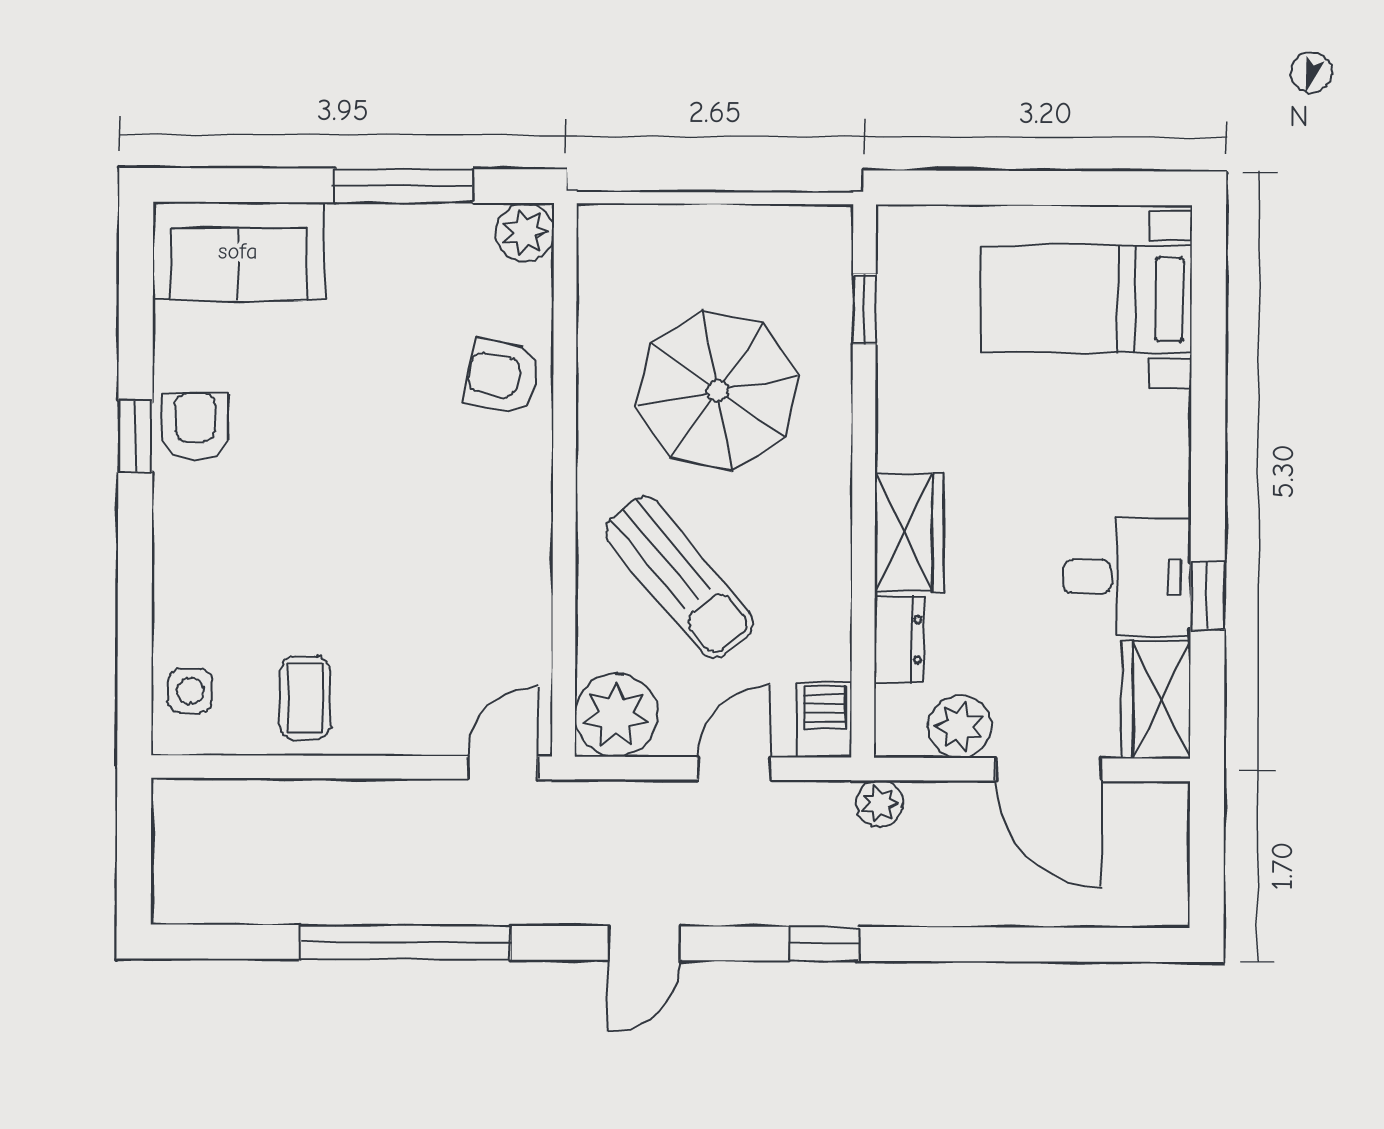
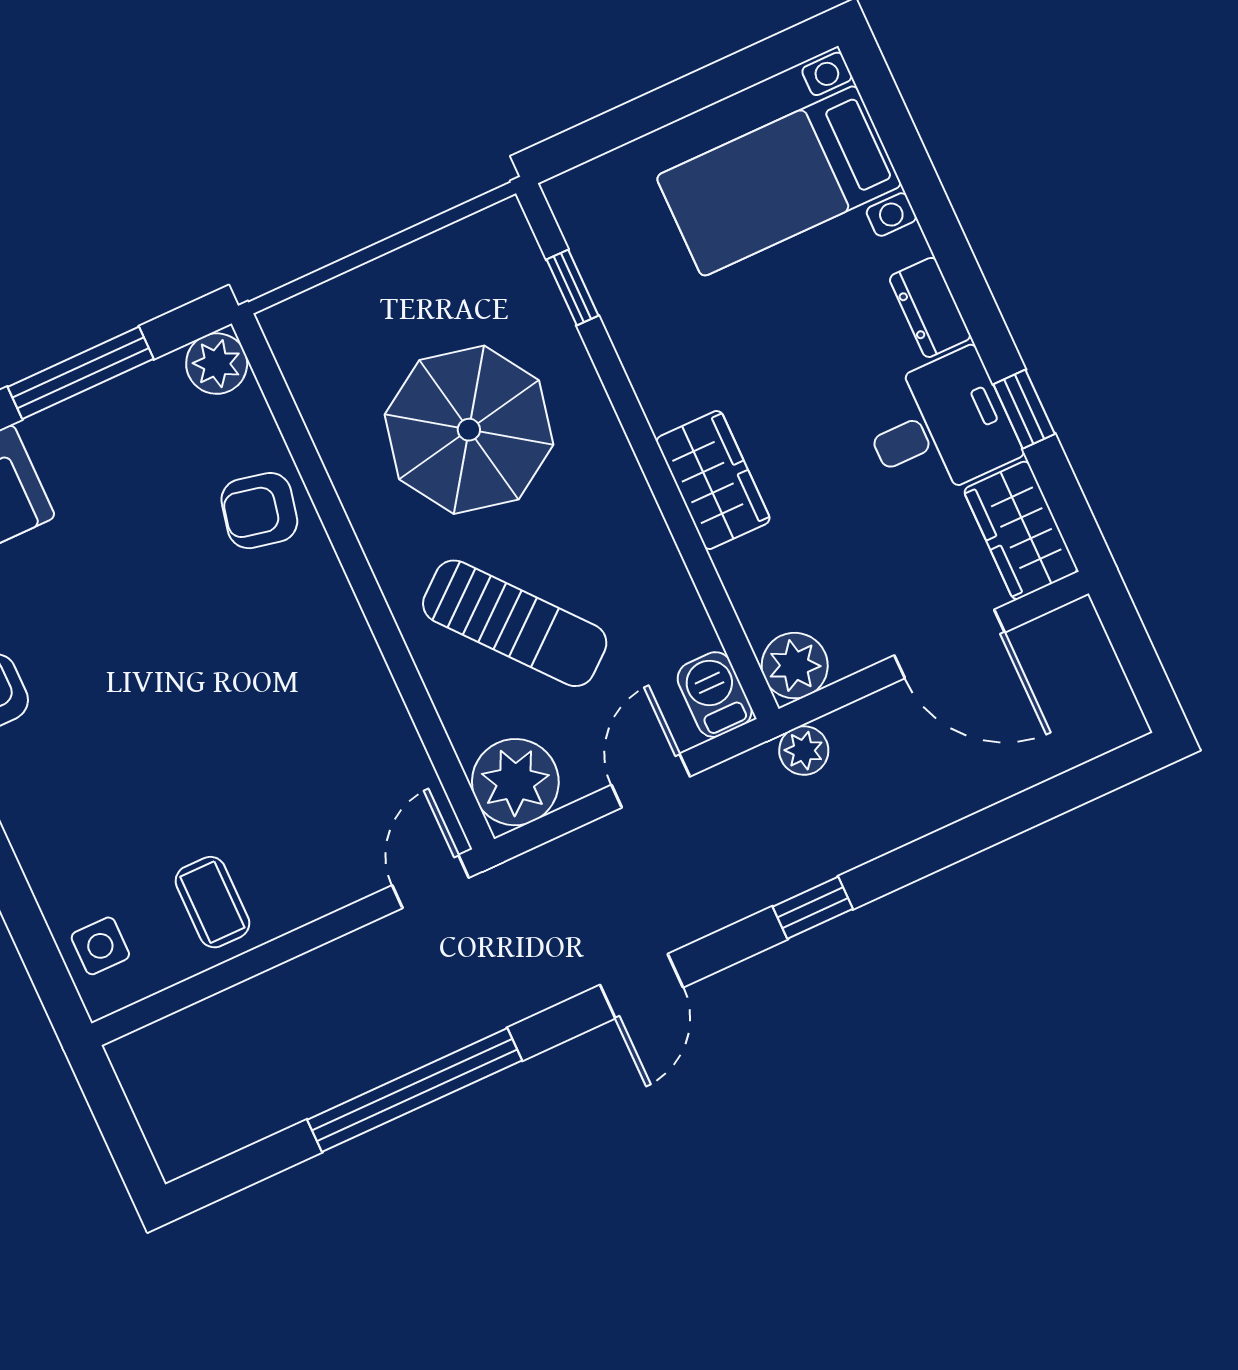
dresser: (899, 640) -> (930, 307), moved, turned 180
plant: (960, 726) -> (795, 666), moved

